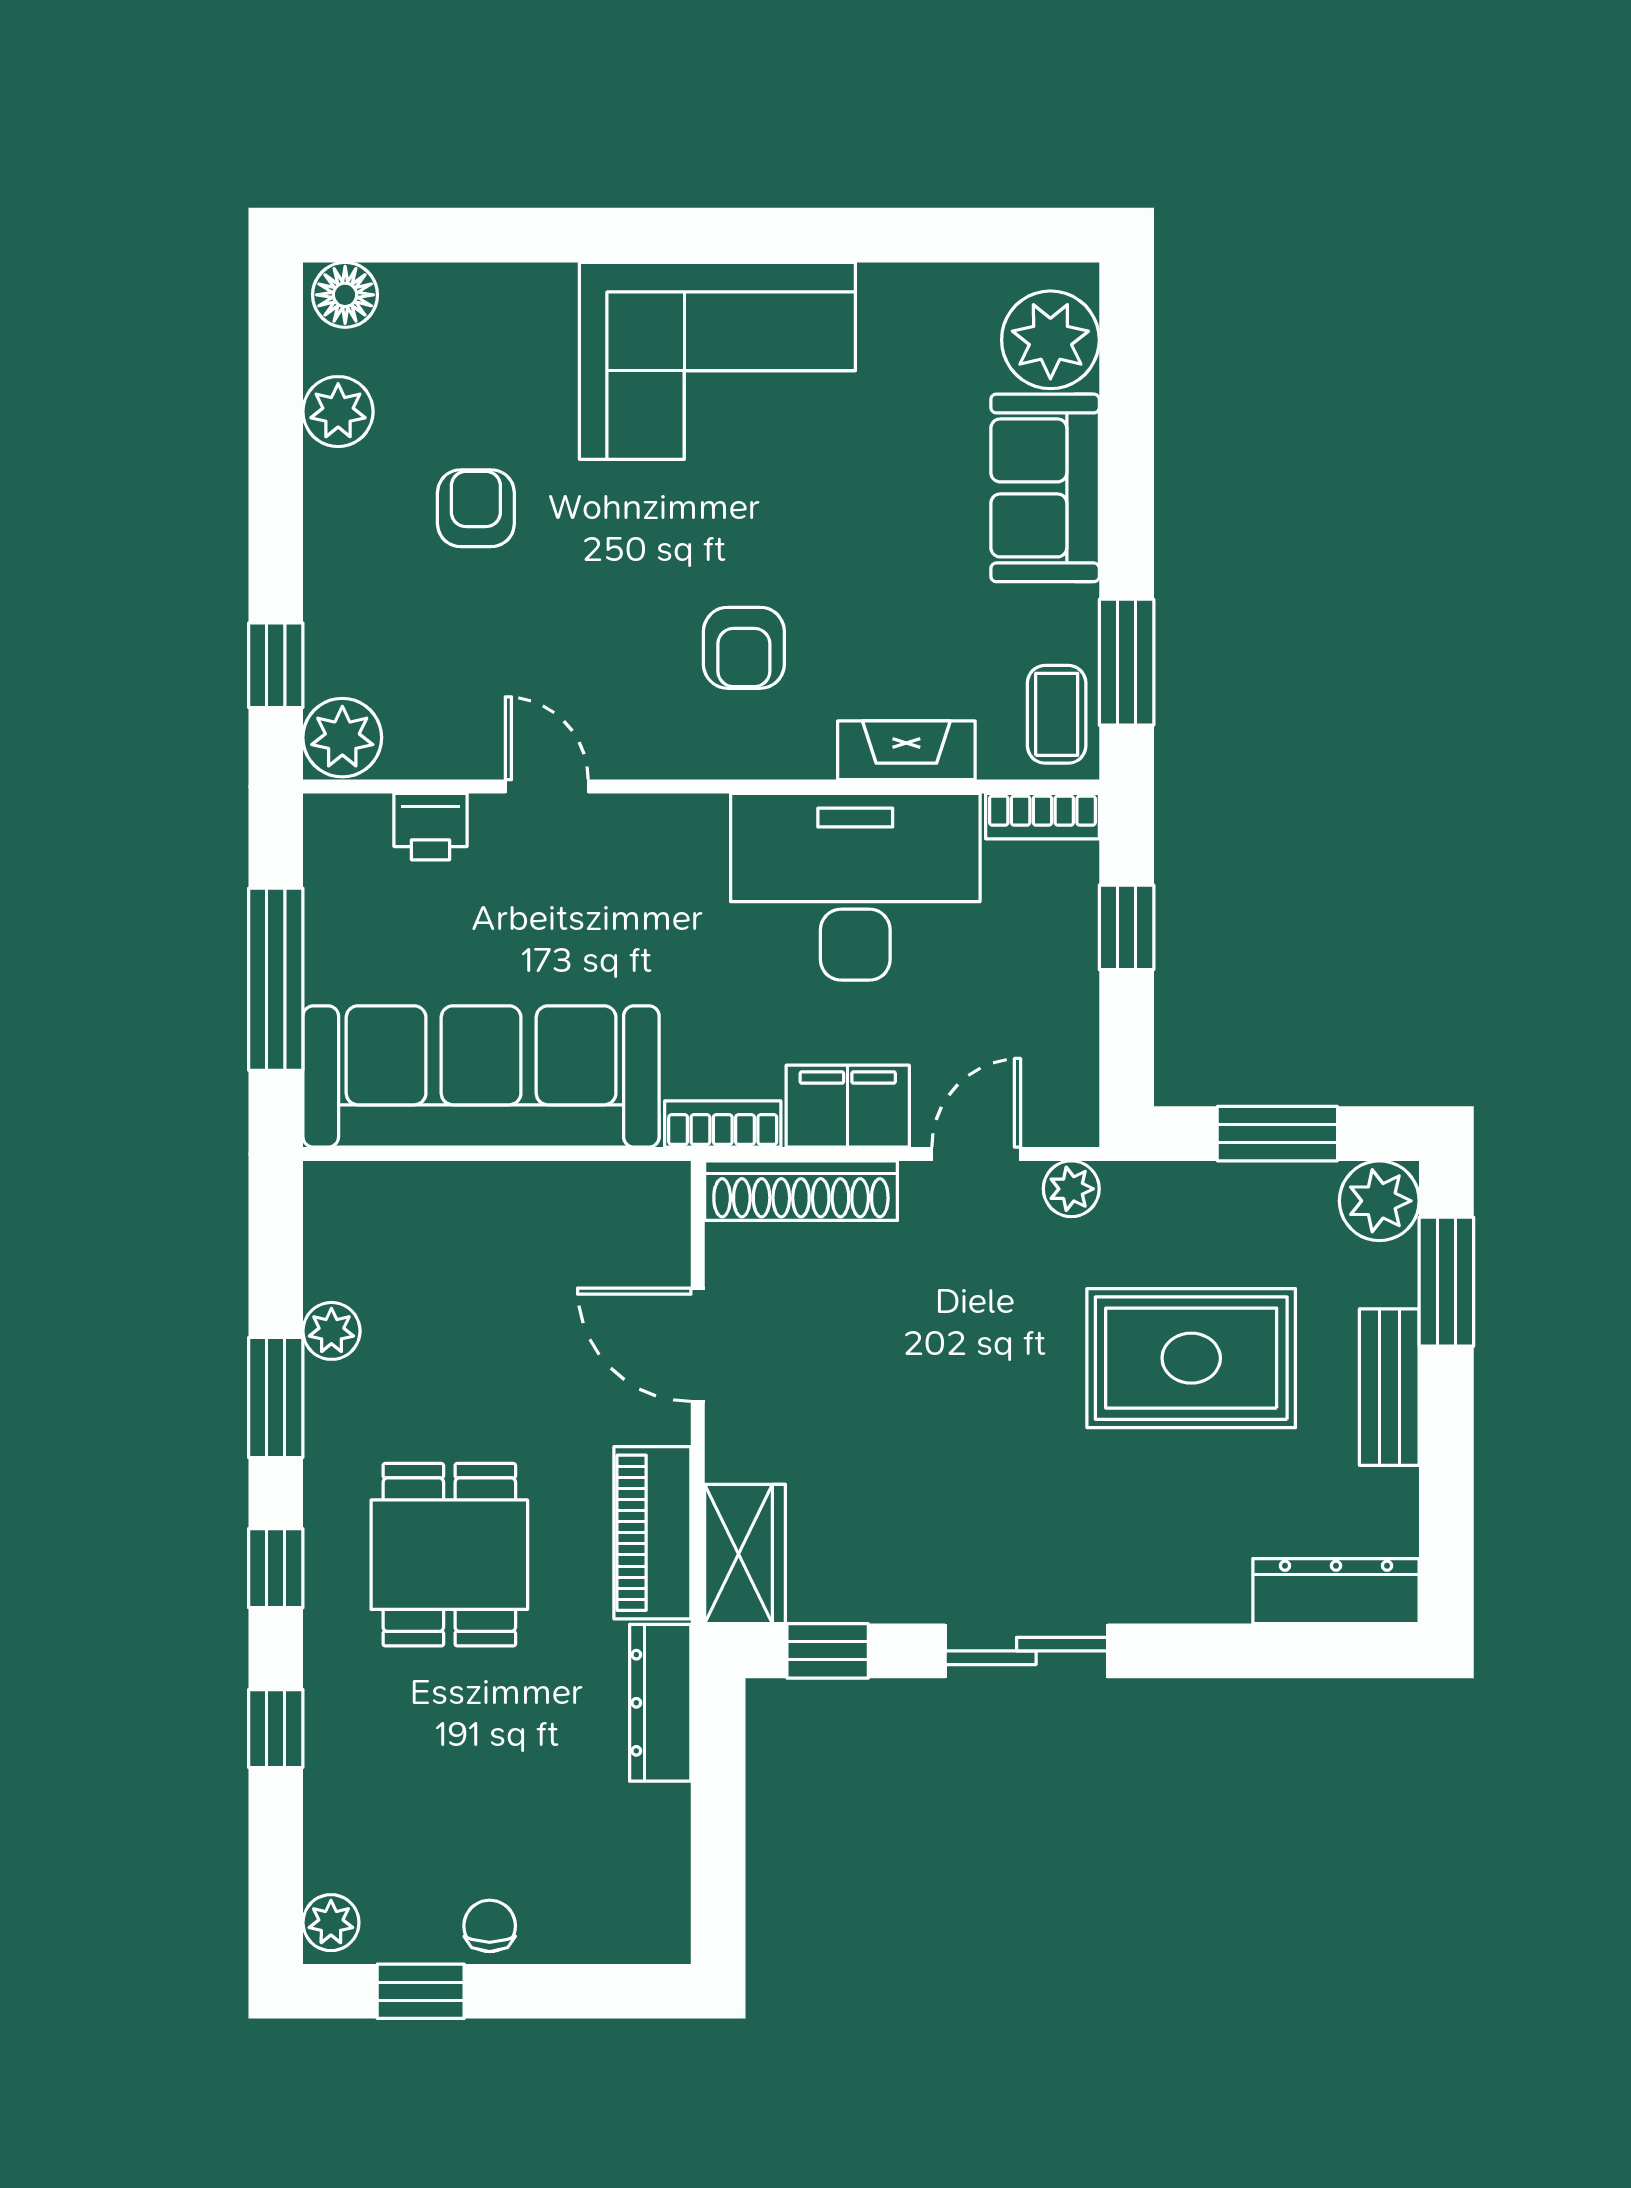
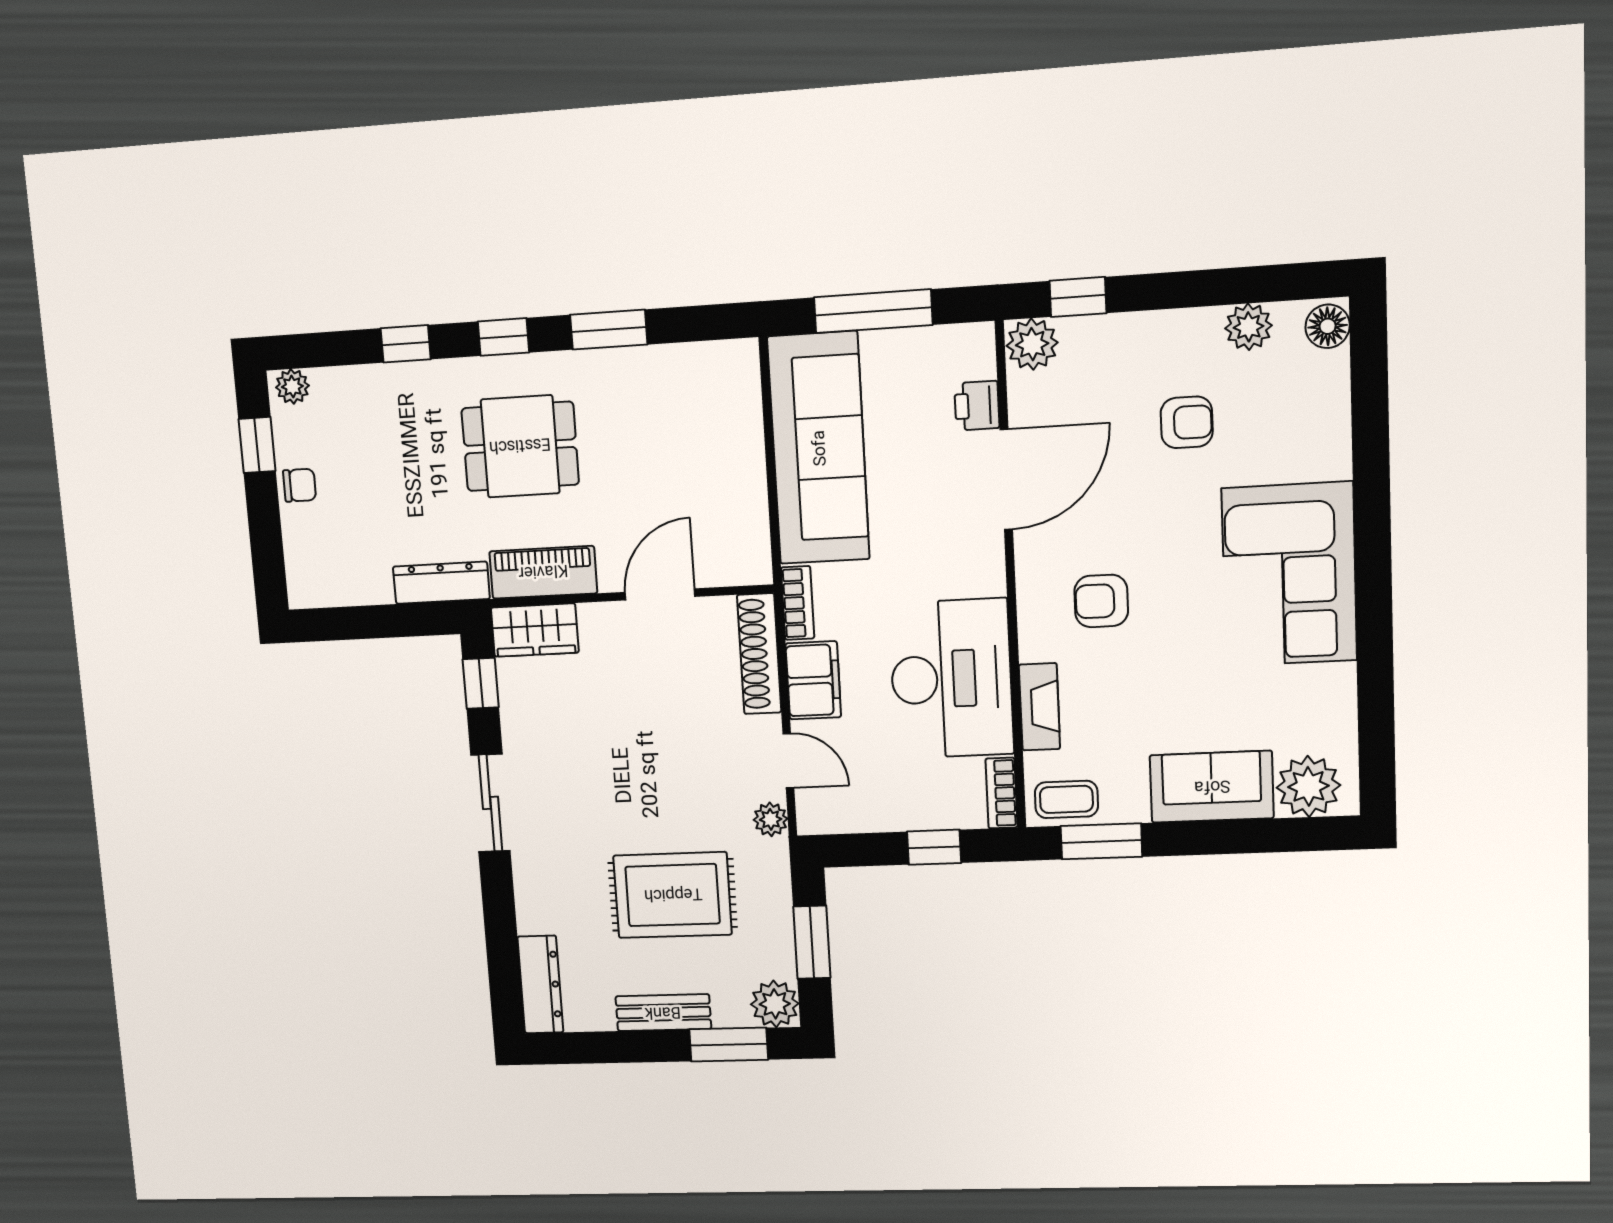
door: (547, 786) -> (1006, 479), width x1.88
plant: (331, 1331) -> (653, 363), removed
rug: (1191, 1358) -> (673, 895), turned 90

